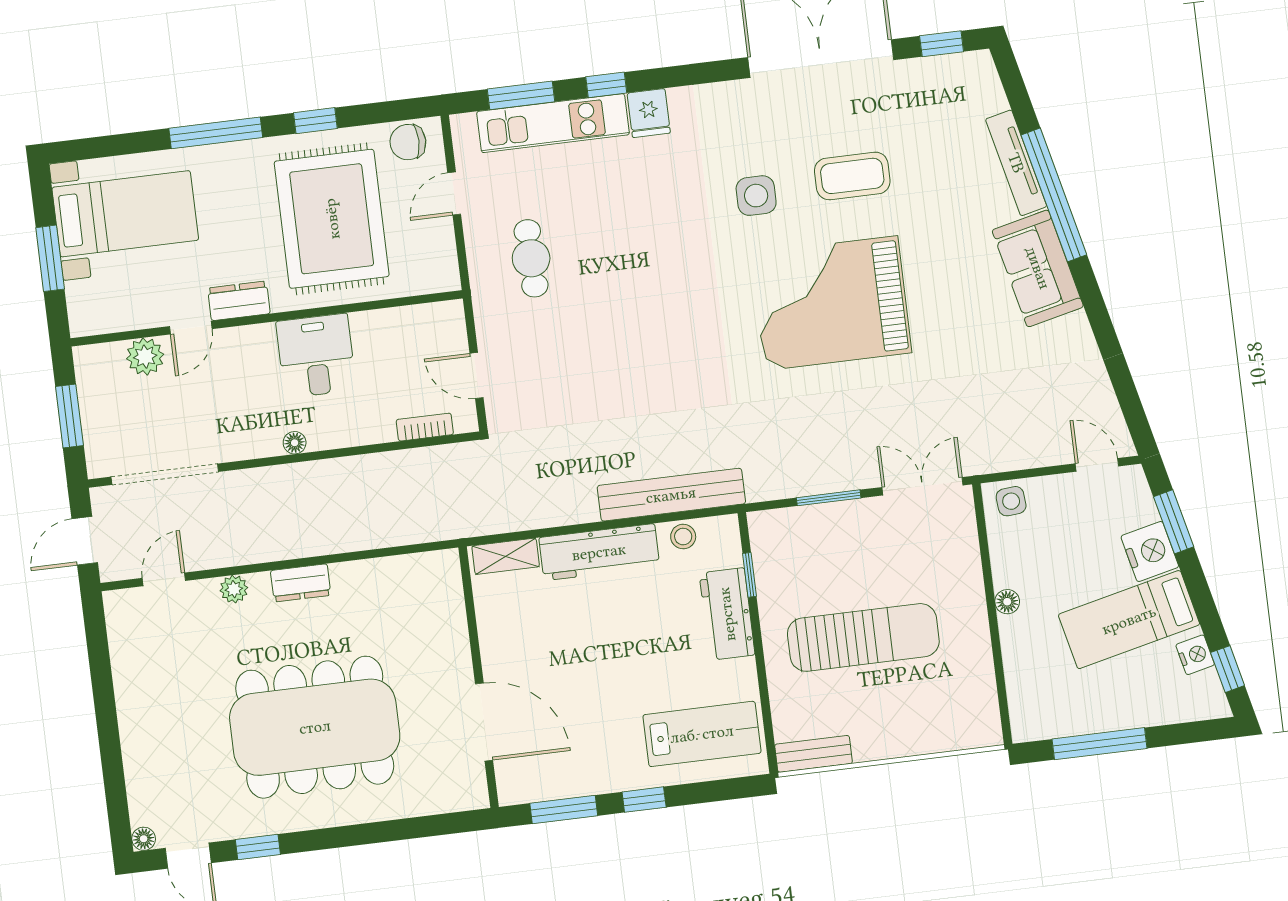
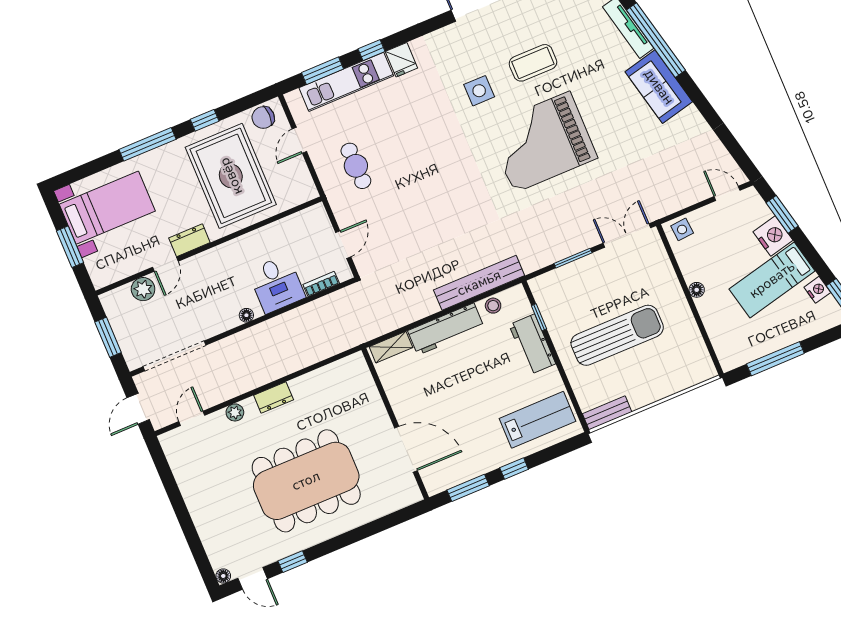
desk: (316, 356) -> (277, 284), moved, turned 180
door: (477, 376) -> (343, 245), swing flipped

